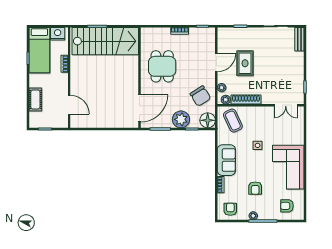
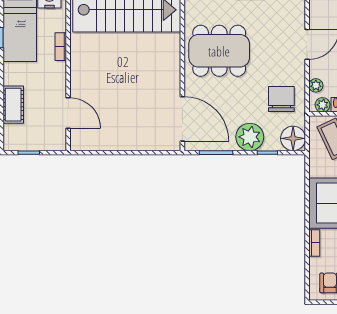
dining table: (162, 66) -> (219, 51), width x1.38
chair: (200, 96) -> (281, 99), turned -148
door: (139, 108) -> (182, 119), hinge flipped

